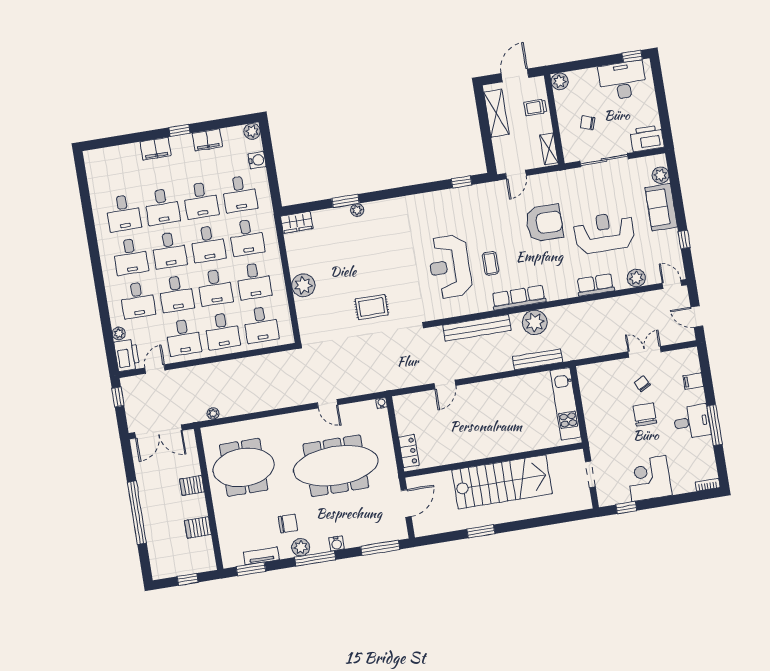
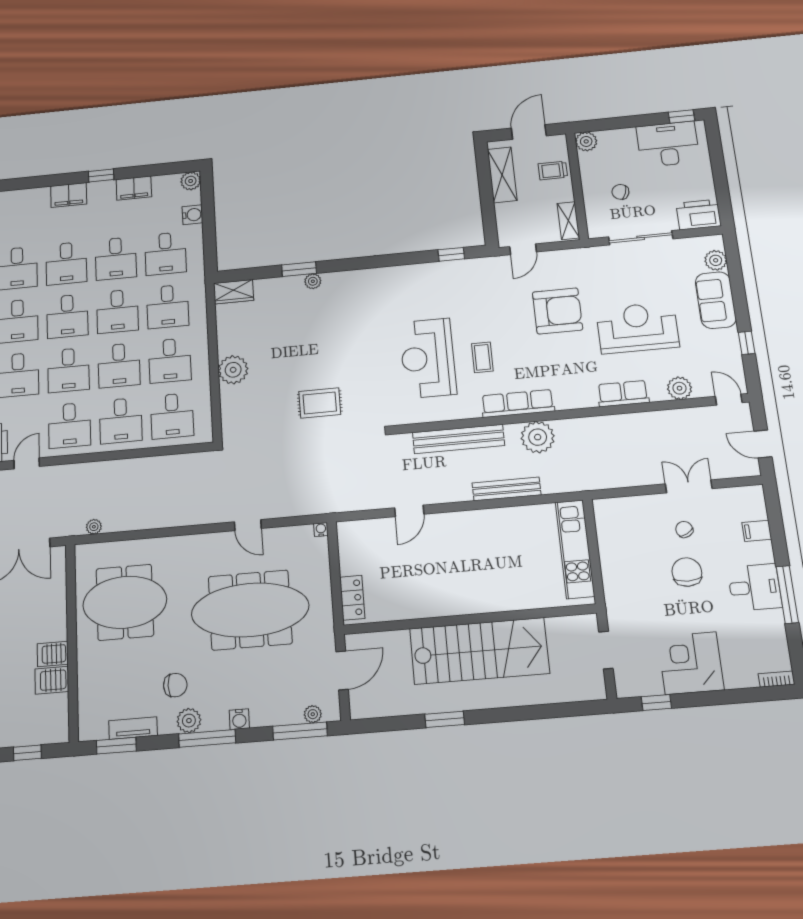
bench: (538, 359) -> (507, 489), moved
server rack: (192, 485) -> (53, 654), moved
plant: (388, 536) -> (313, 714), added

